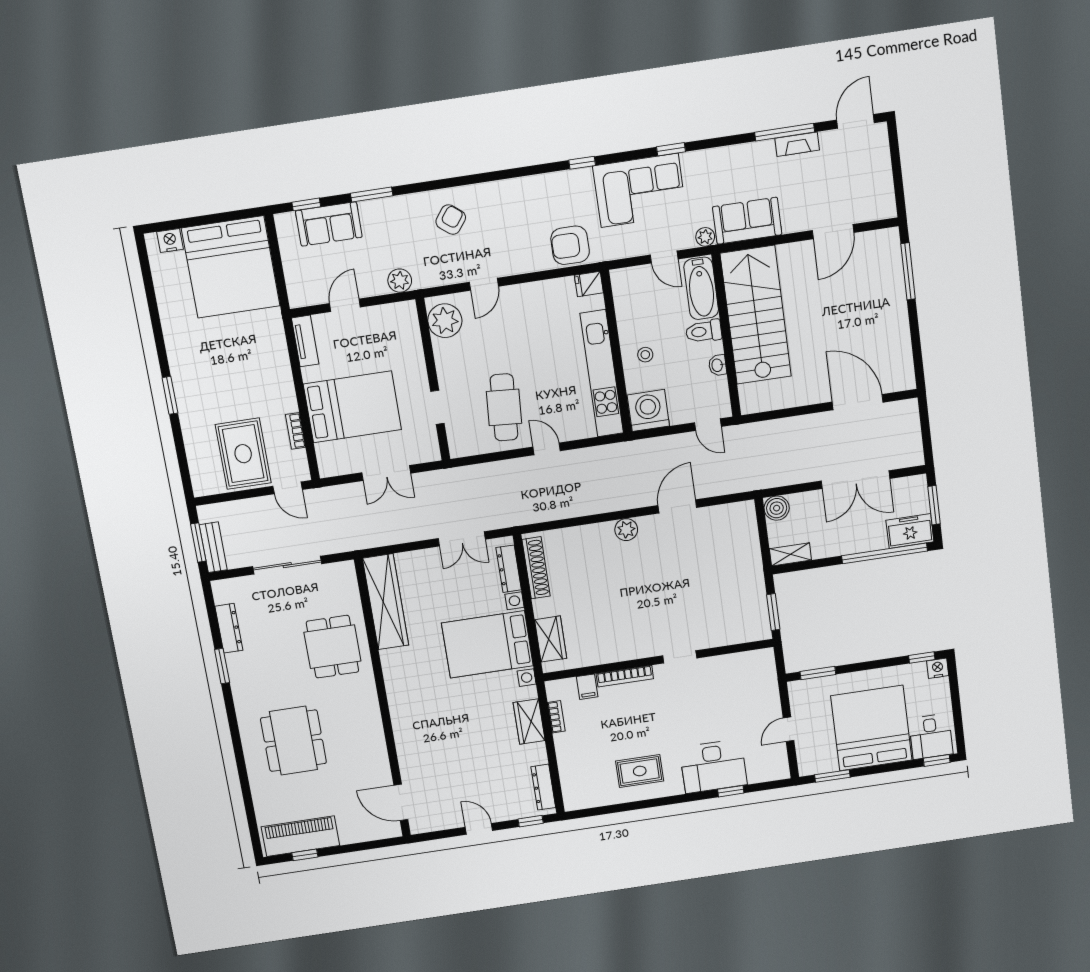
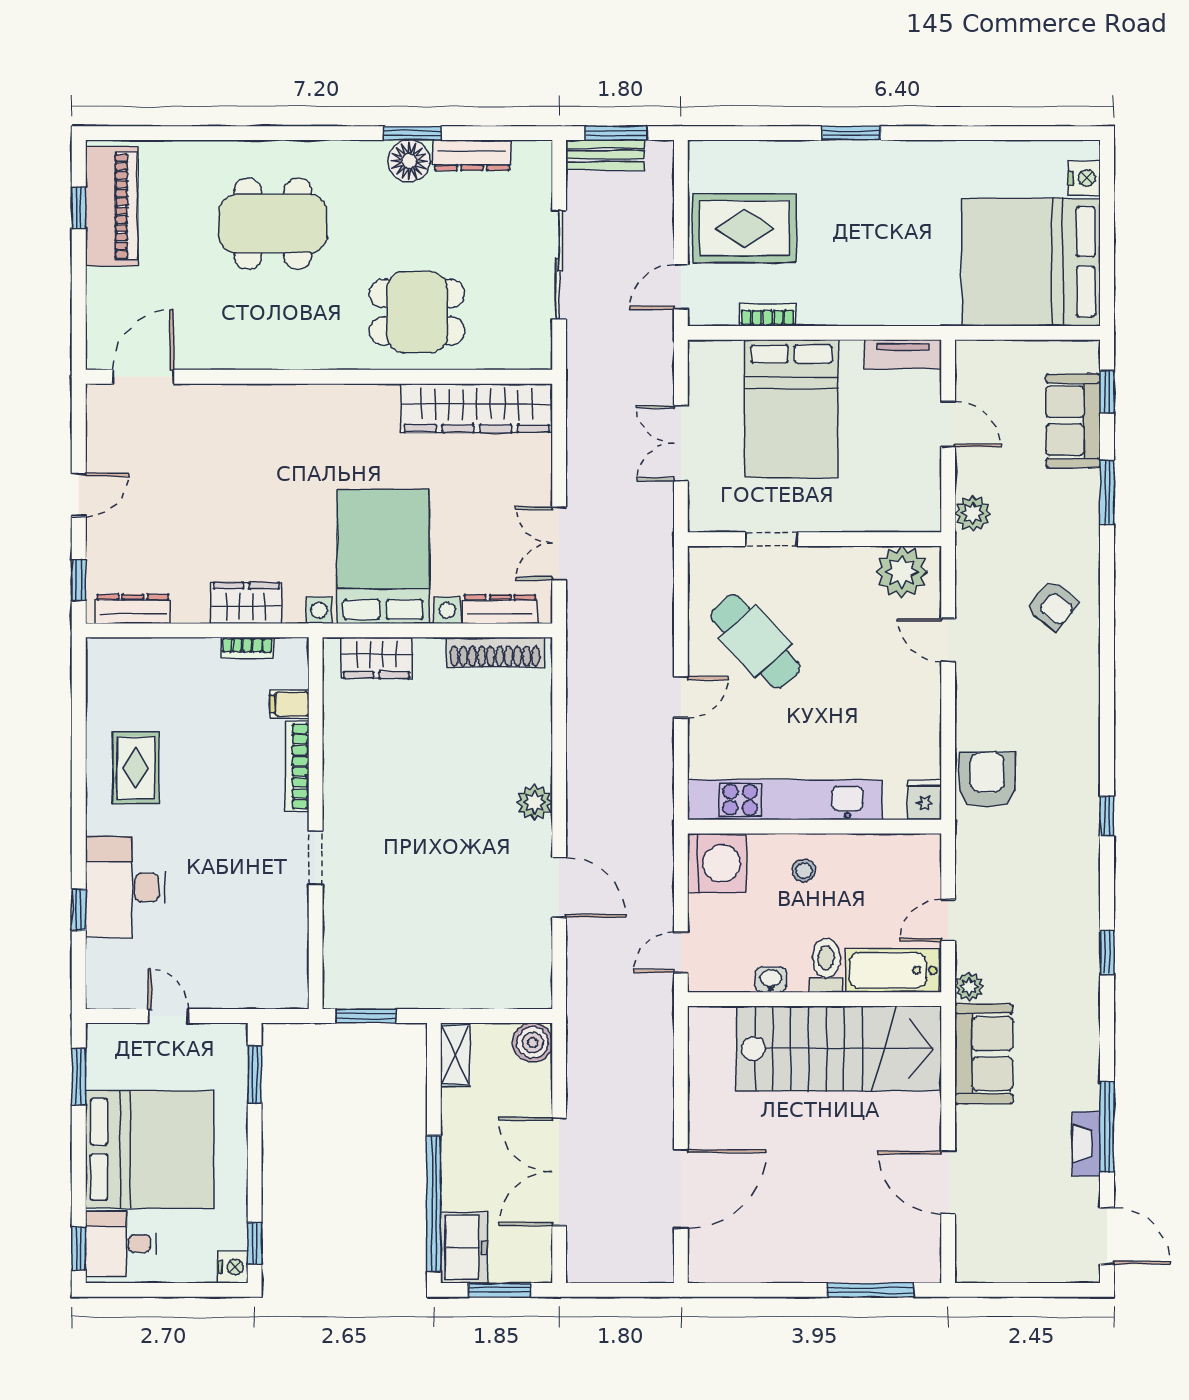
corner sofa: (640, 190) -> (1053, 897), removed
cafe table: (504, 407) -> (755, 641), turned 44
floor lamp: (240, 666) -> (409, 161), added

